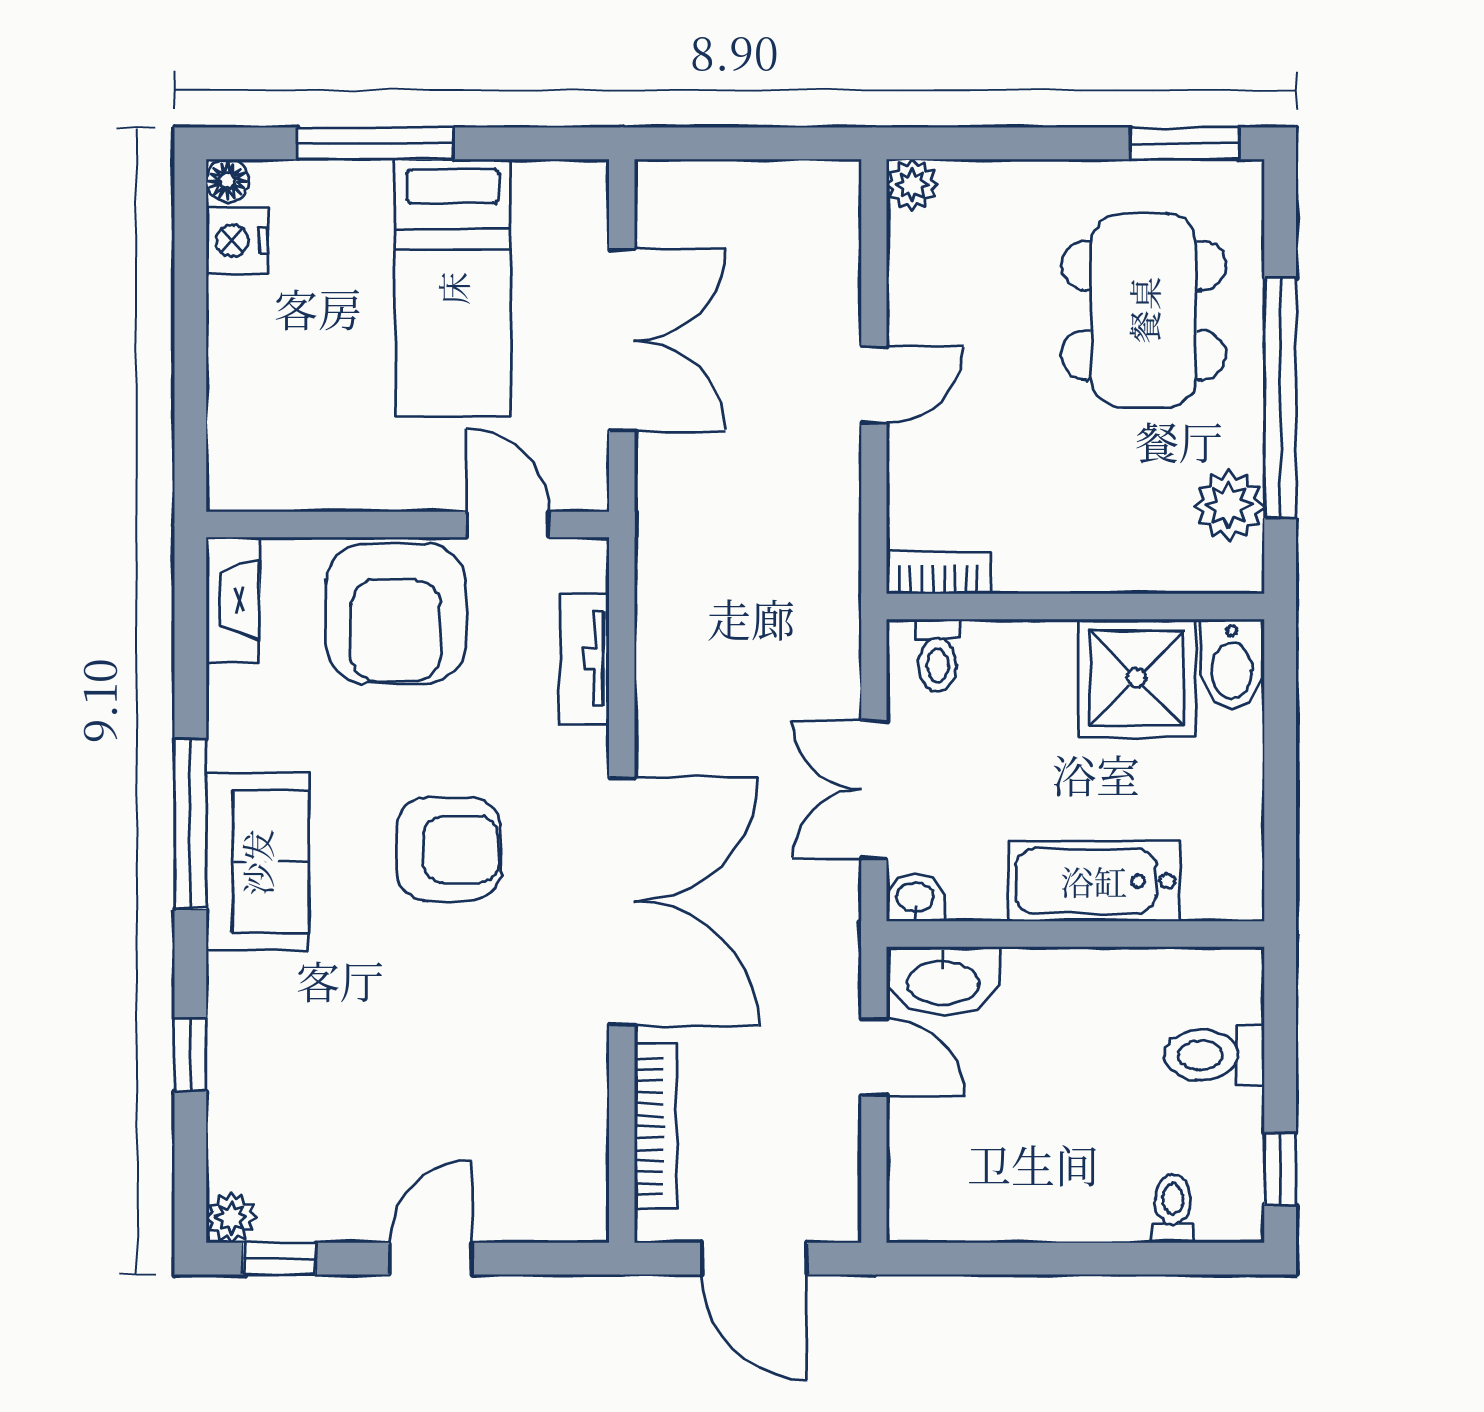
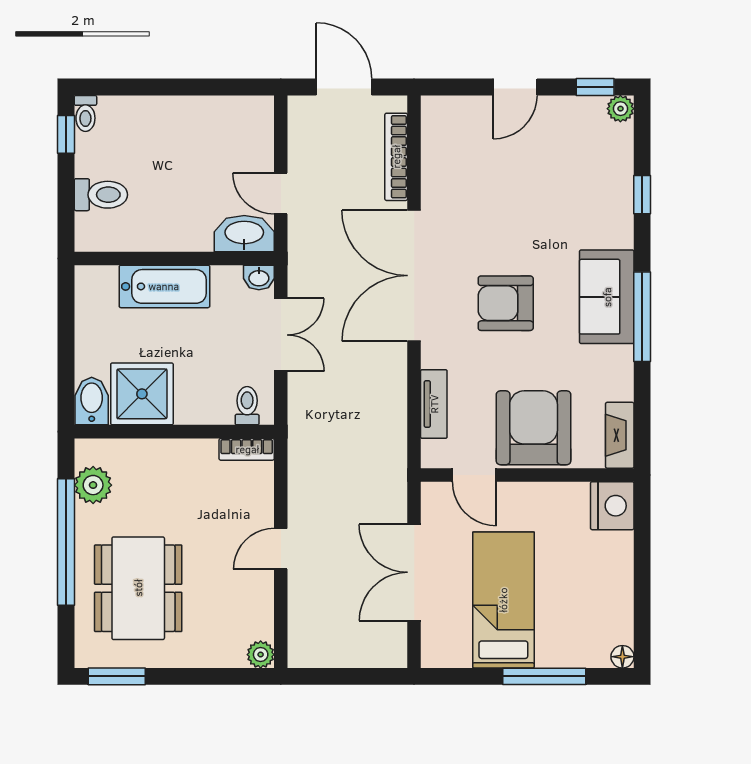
nightstand: (237, 241) -> (612, 506), moved, width x1.36, depth x1.33
toilet: (1173, 1208) -> (85, 113), moved

